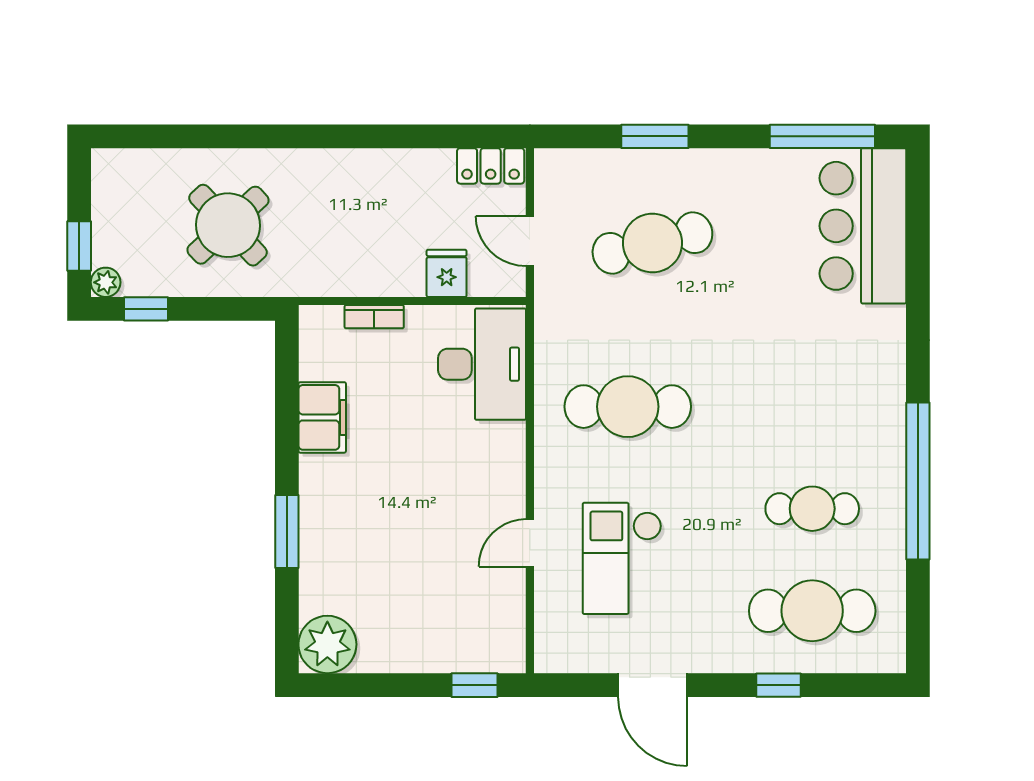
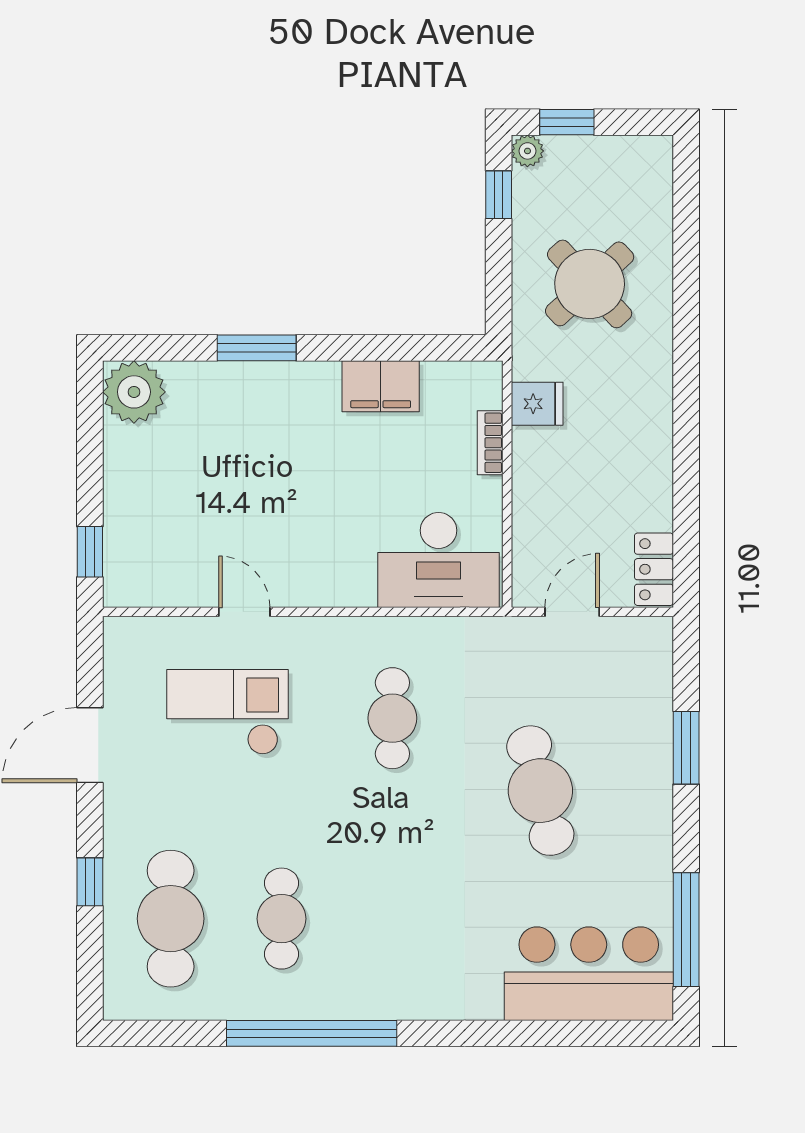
cafe table: (652, 243) -> (540, 791), moved
fridge: (447, 273) -> (537, 404), moved
cafe table: (628, 407) -> (392, 718), width x0.73, depth x0.74

